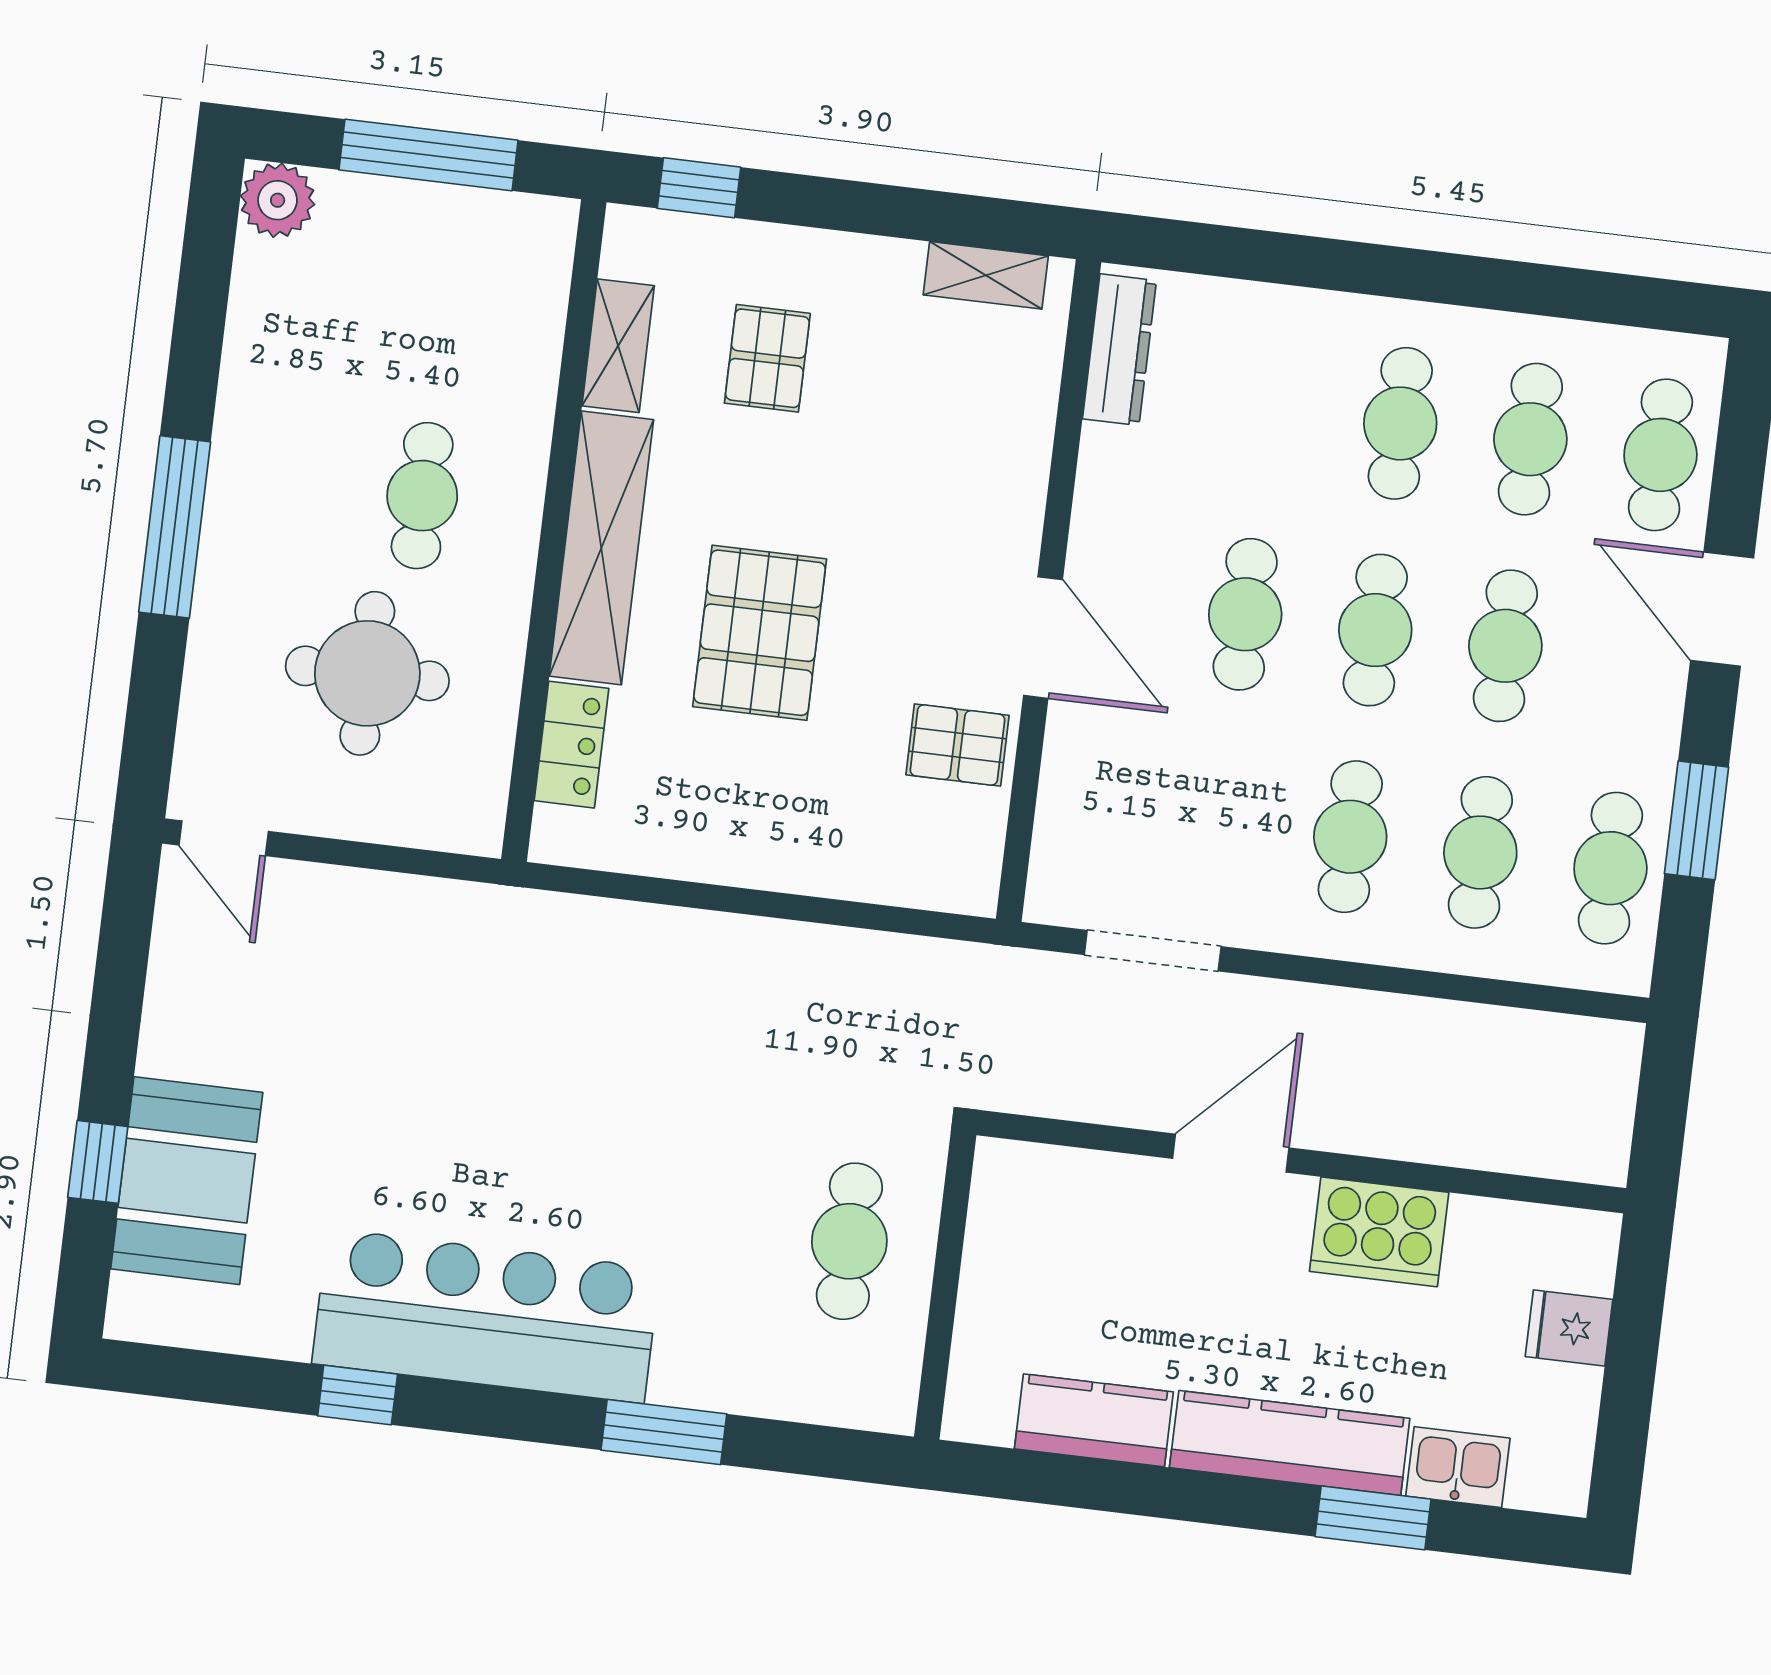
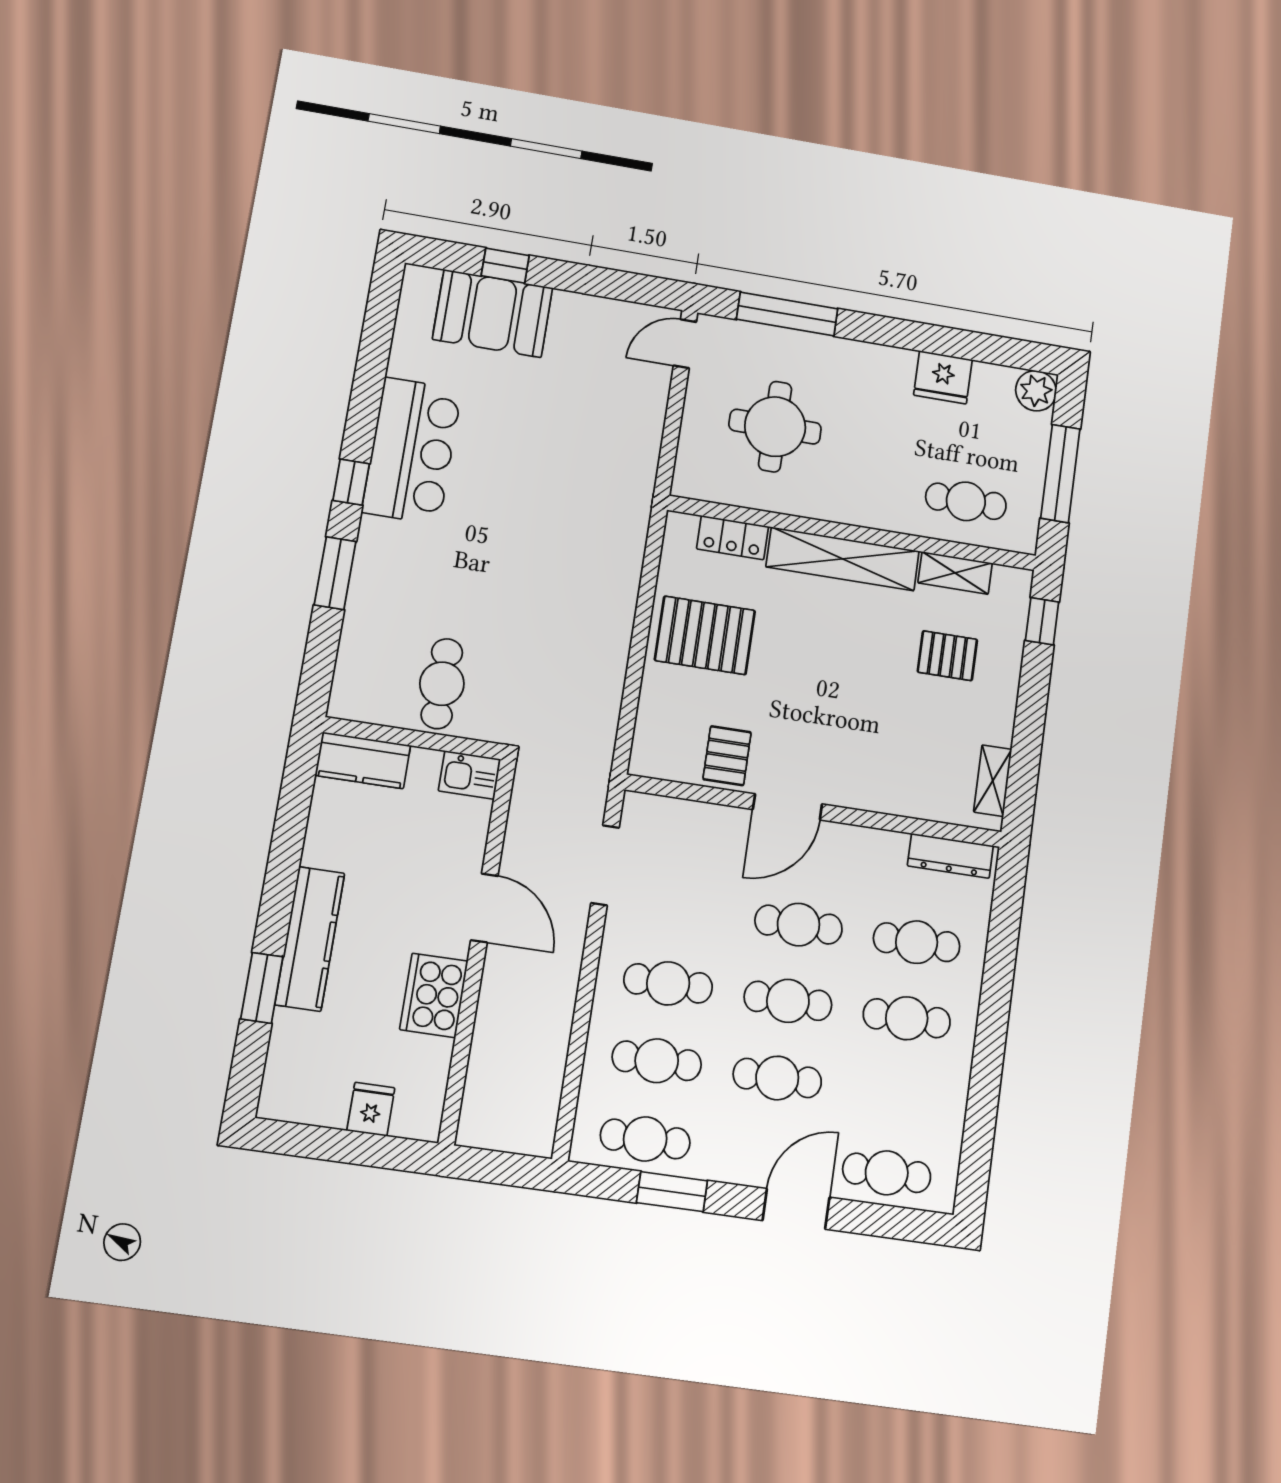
fridge: (261, 371) -> (943, 377), added
cafe table: (1530, 439) -> (917, 942), moved
cafe table: (422, 496) -> (966, 501), moved
window: (175, 527) -> (787, 314), moved
pallet: (760, 633) -> (705, 635), moved
cafe table: (849, 1241) -> (442, 684), turned 90
bar counter: (486, 1316) -> (412, 451), width x0.73
window: (358, 1395) -> (351, 482), moved
kitchen counter: (1094, 1420) -> (363, 760), moved, turned 90
kitchen sink: (1458, 1467) -> (470, 775), moved, turned 90

